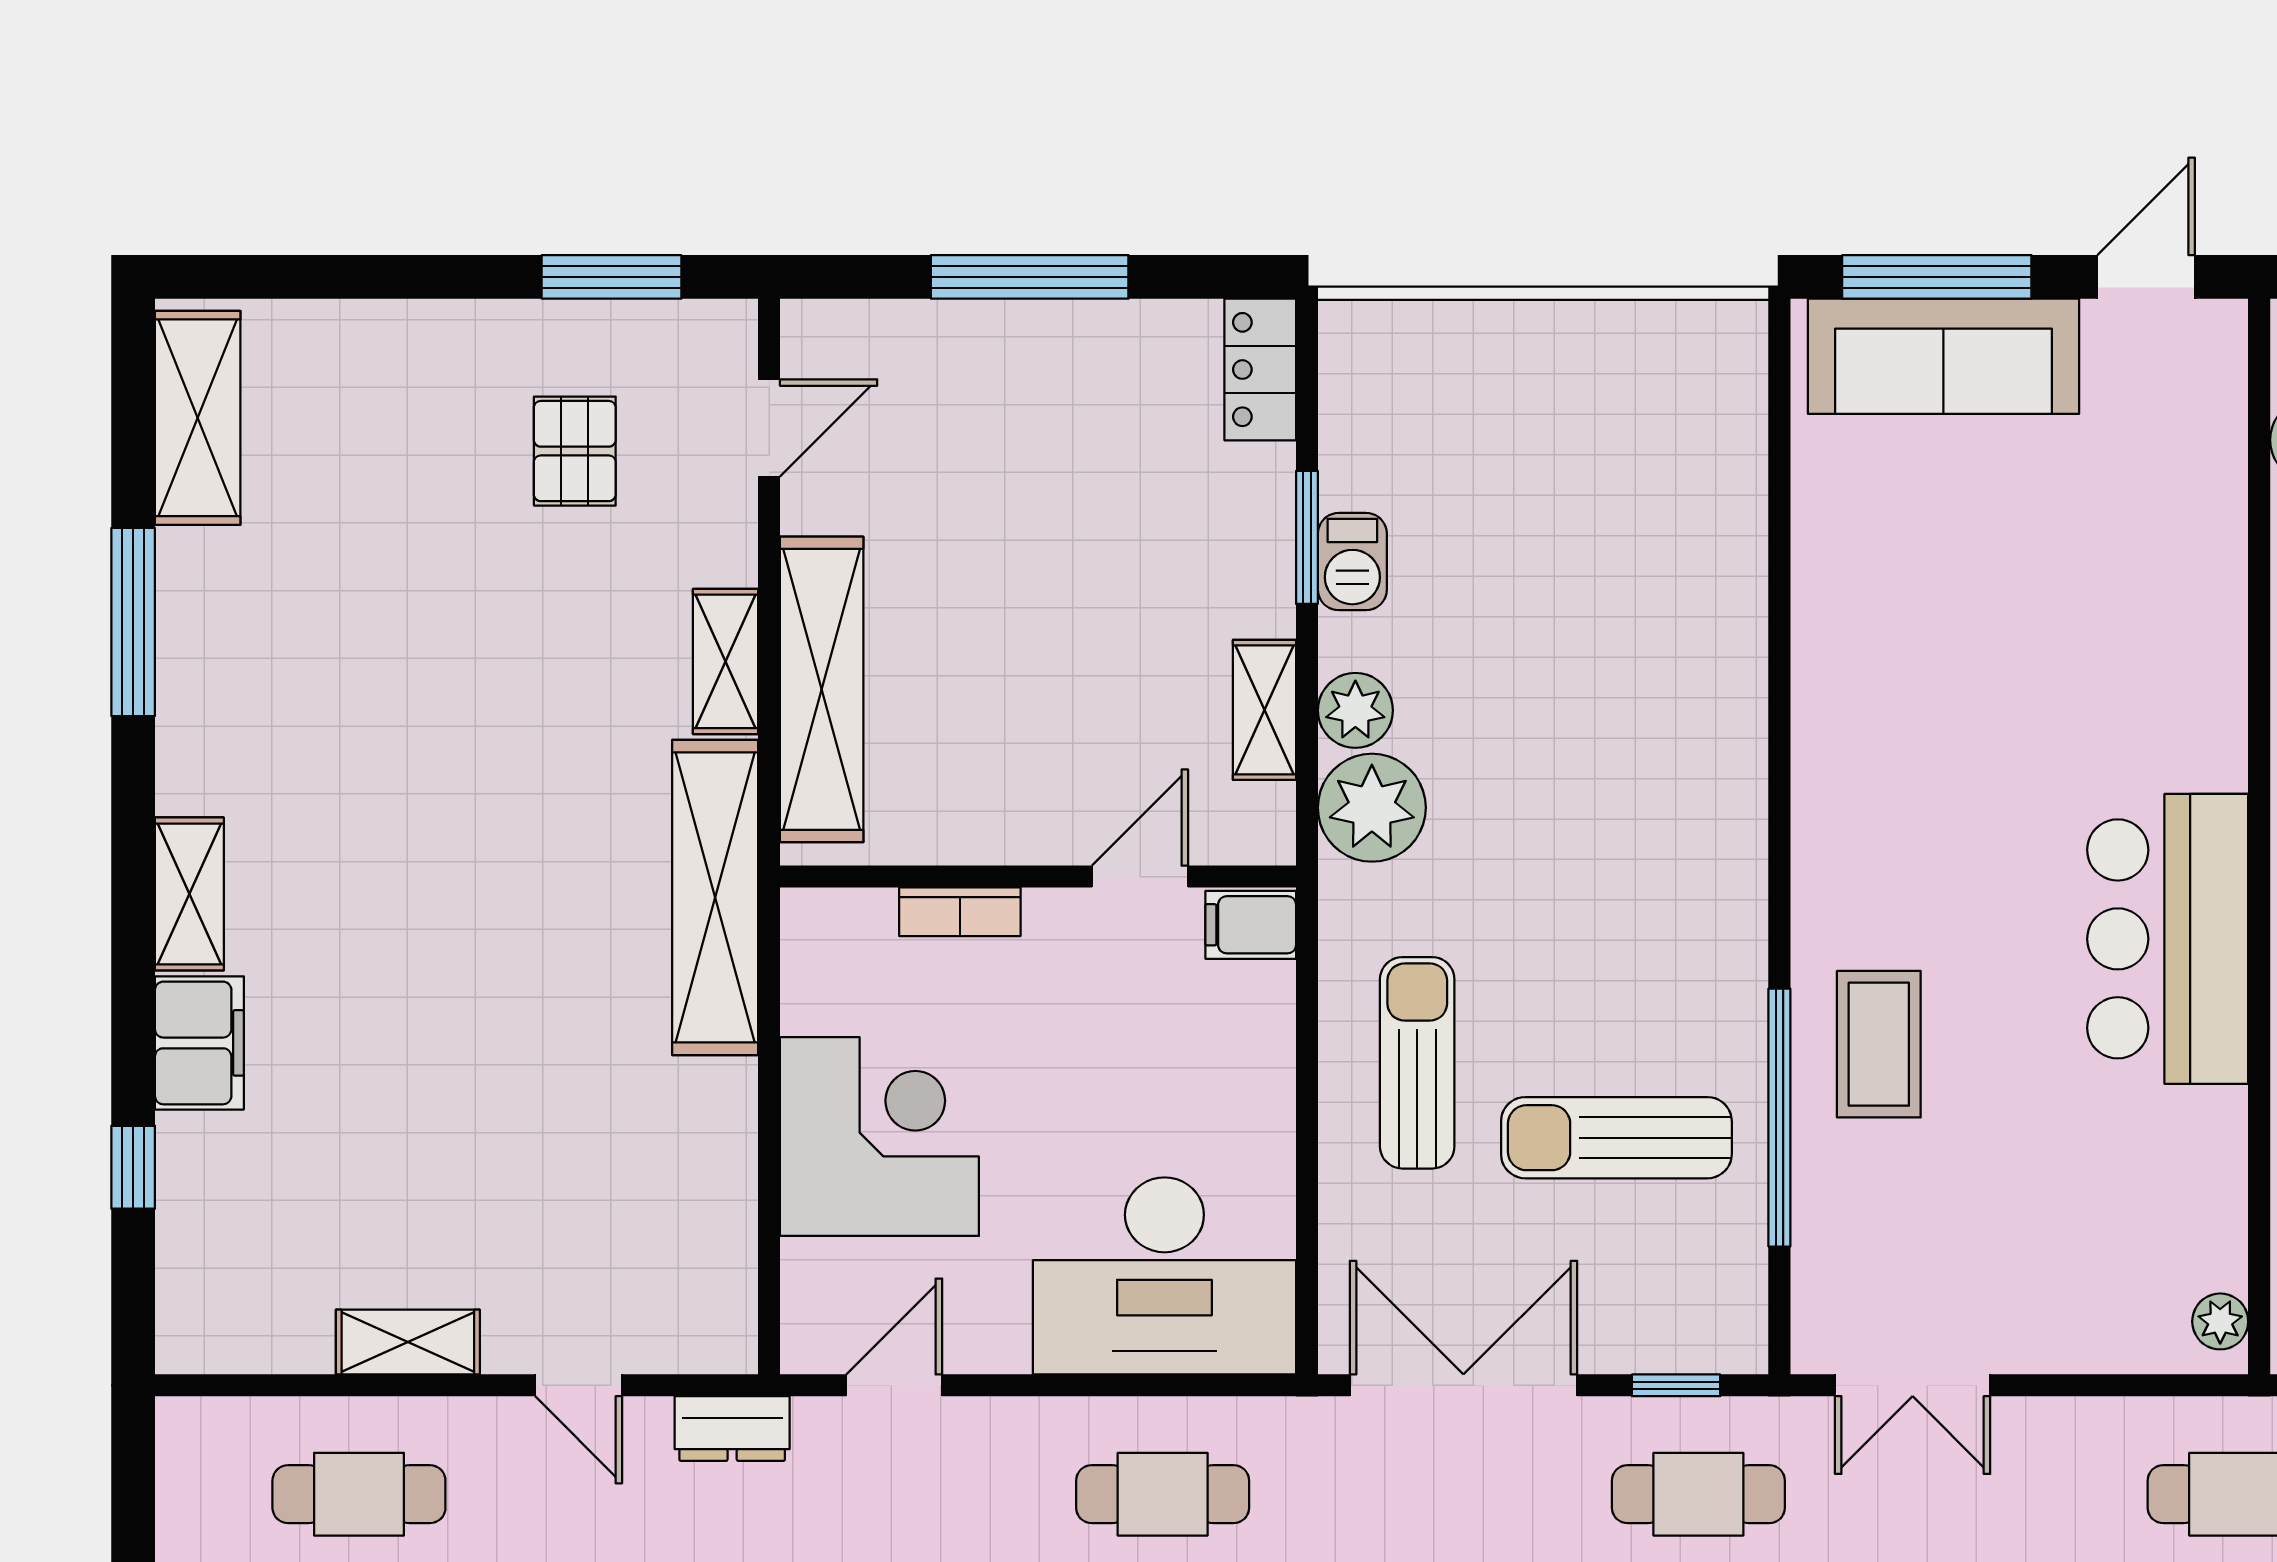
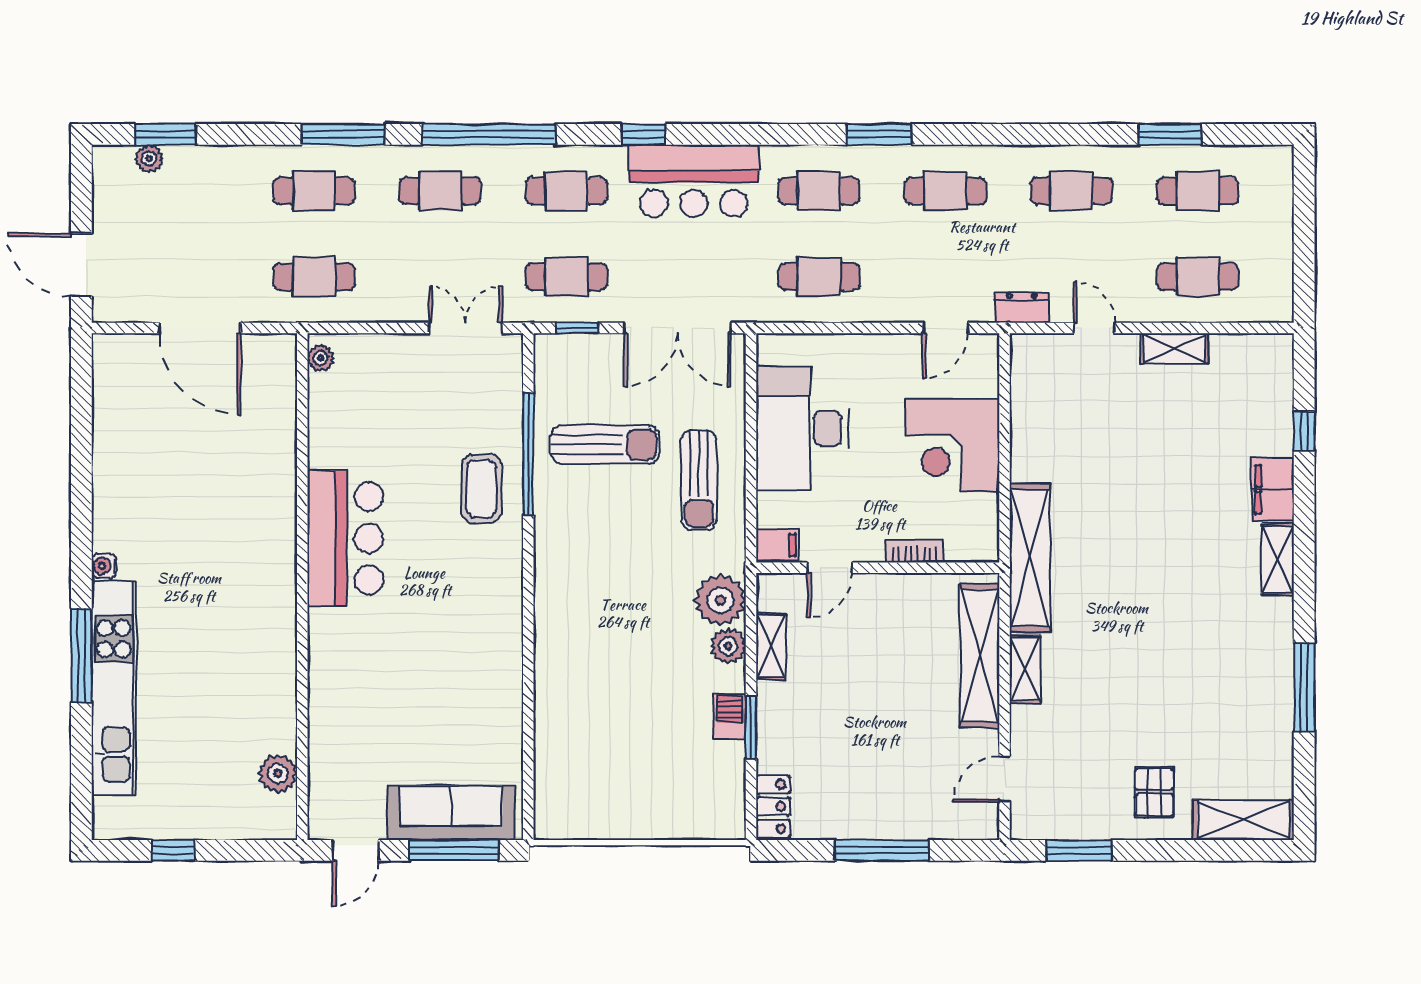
shelving: (198, 418) -> (1243, 820), moved, turned 90
pallet: (575, 451) -> (1154, 792), moved
desk: (1164, 1276) -> (803, 428), moved, turned -90

